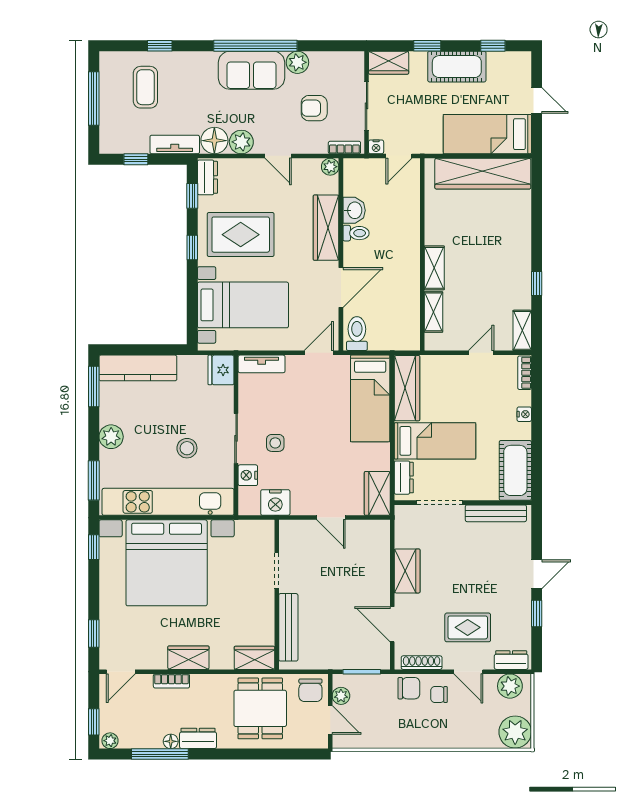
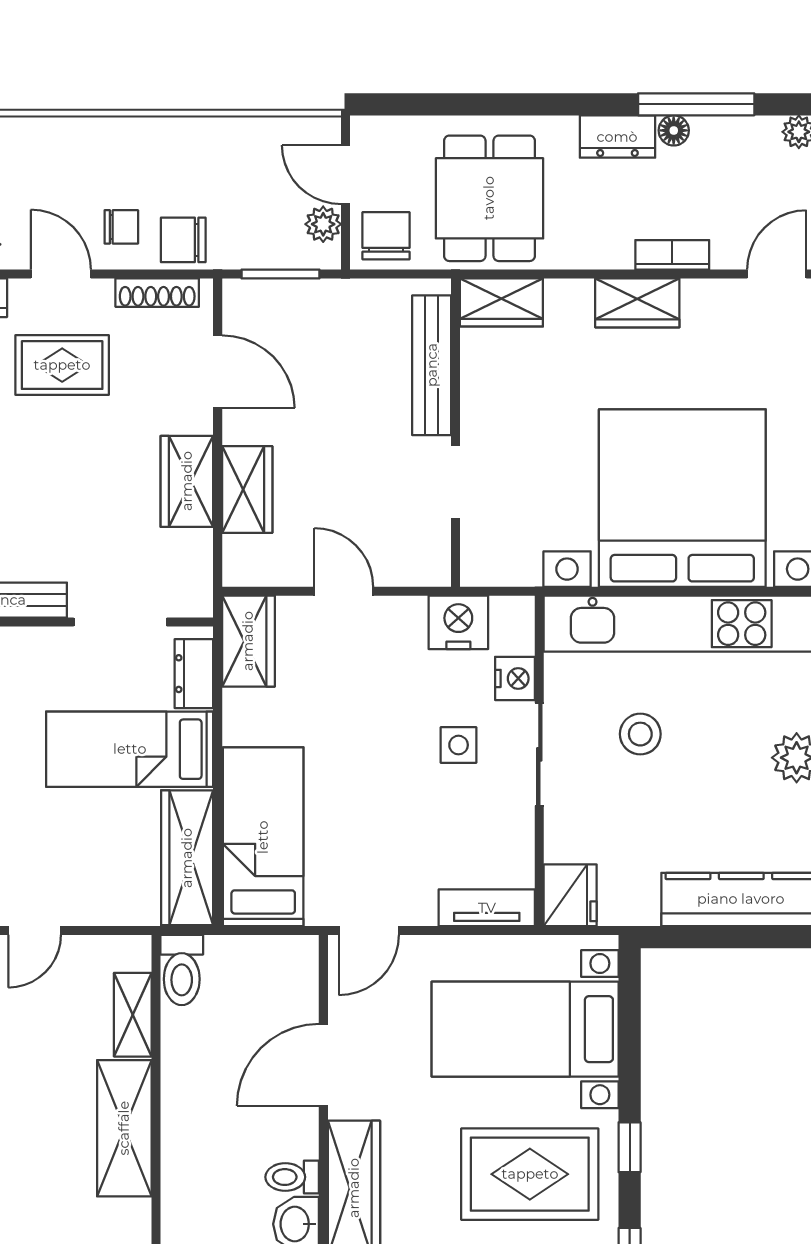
shelving: (434, 268) -> (124, 1128), width x1.50, depth x1.33
toilet: (357, 334) -> (182, 970), moved
wardrobe: (378, 567) -> (247, 489), added

